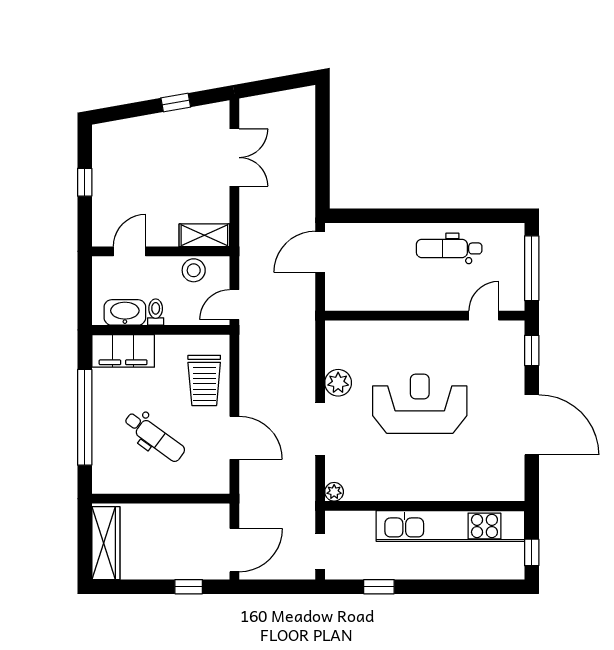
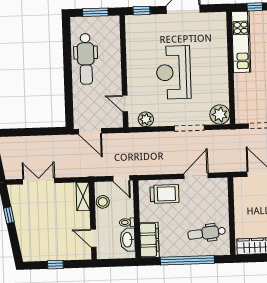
dental chair: (449, 248) -> (86, 59), width x1.36, depth x1.38
window: (532, 268) -> (95, 12), width x0.69
door: (484, 316) -> (125, 104), moved
plant: (338, 383) -> (146, 119), moved
dental chair: (155, 437) -> (207, 233), moved, turned -132
plant: (334, 492) -> (220, 114), width x1.87, depth x1.87
kitchen unit: (450, 526) -> (241, 42), width x0.73

